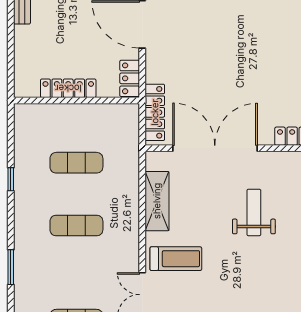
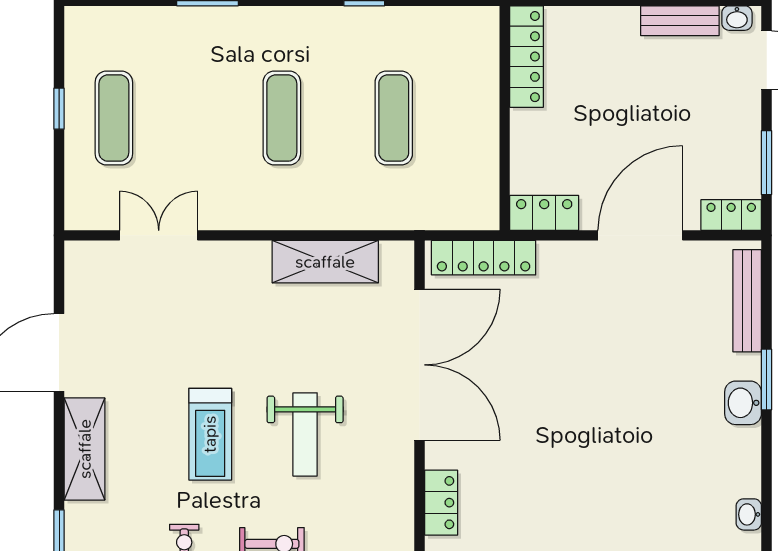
locker: (68, 88) -> (527, 57), moved
weight bench: (254, 212) -> (305, 434), turned 90
treadmill: (176, 259) -> (210, 434), moved

